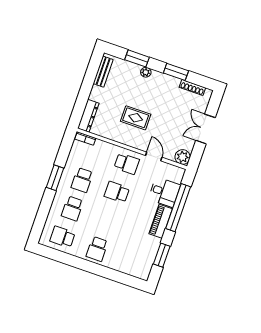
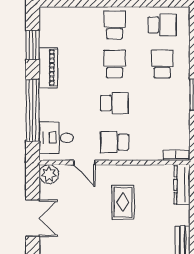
rug: (136, 118) -> (123, 202), turned 90
school desk: (82, 180) -> (115, 64), moved
desk: (164, 192) -> (56, 138), moved
piano: (161, 221) -> (48, 68), moved

